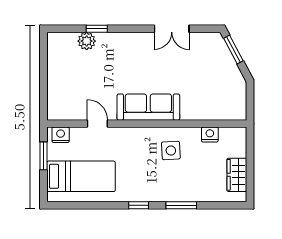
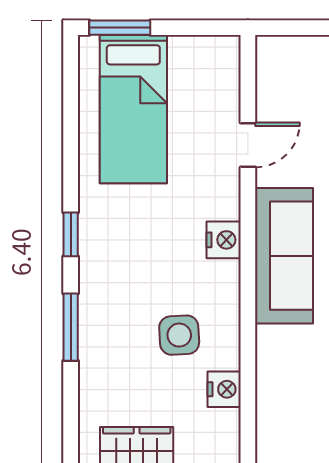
nightstand: (61, 135) -> (224, 240), moved
side table: (171, 150) -> (179, 335), moved
window: (43, 156) -> (120, 28), moved

